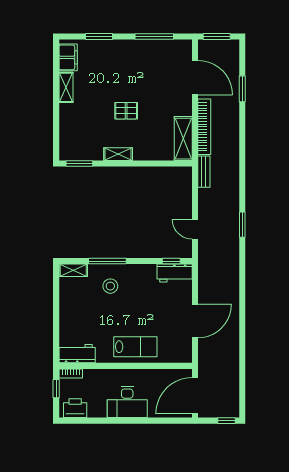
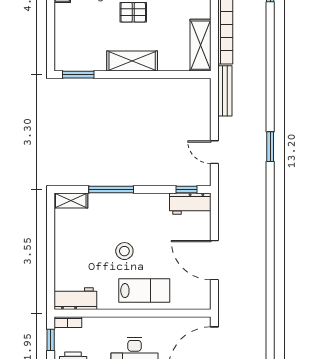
shelving: (118, 154) -> (132, 61), width x1.50, depth x1.33
bench: (204, 172) -> (225, 91), width x1.36
stool: (110, 286) -> (124, 251), moved
door: (195, 321) -> (214, 260), swing flipped

